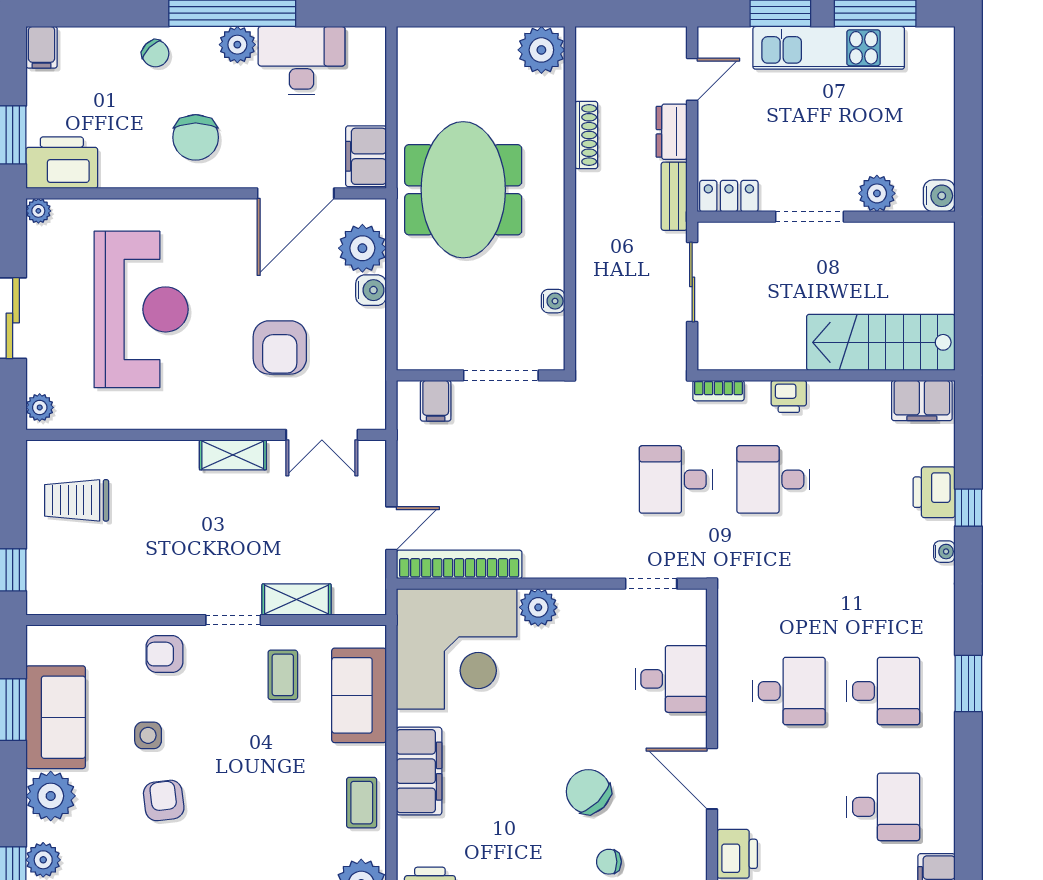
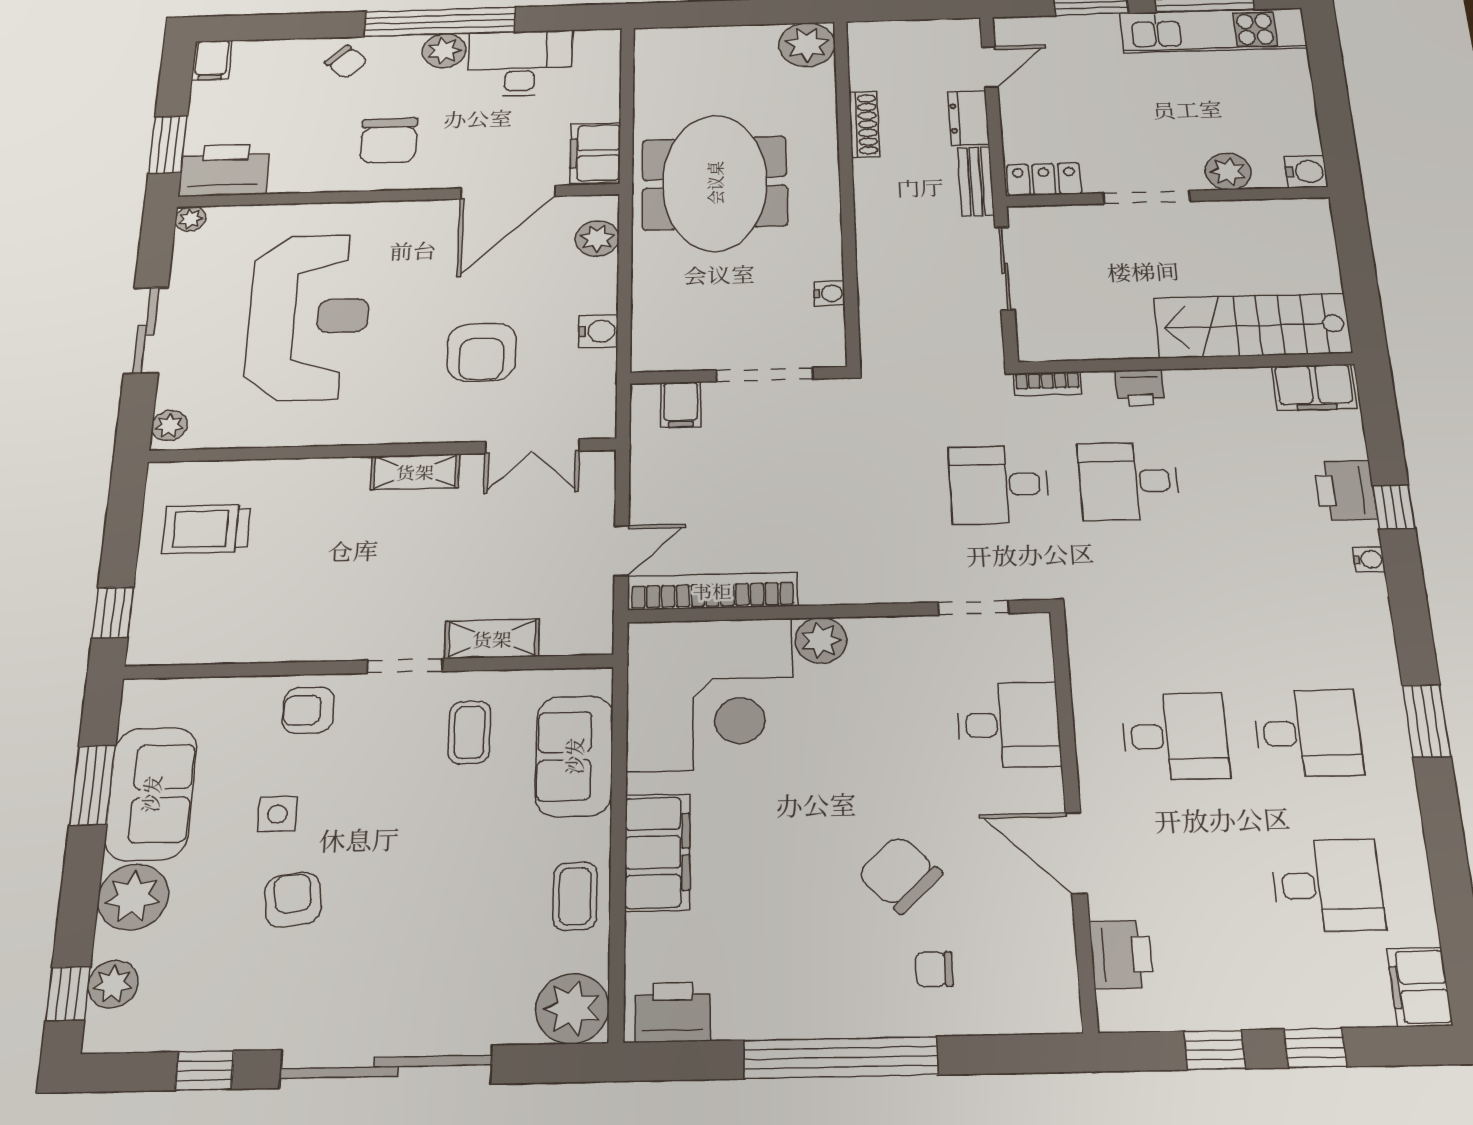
kitchen unit: (829, 48) -> (1213, 30), moved
plant: (362, 248) -> (597, 238), width x0.73, depth x0.73
water cooler: (371, 290) -> (598, 331), moved

